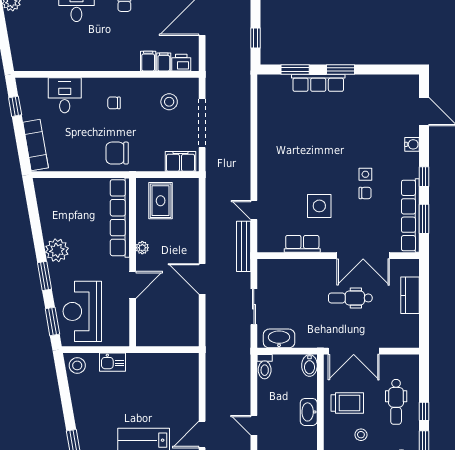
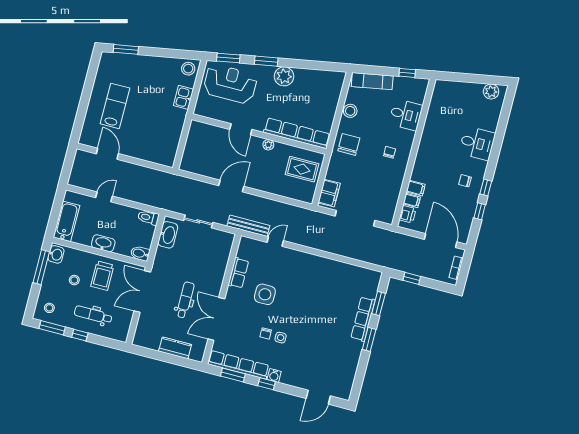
stool: (169, 102) -> (350, 111), moved
water cooler: (412, 144) -> (274, 375), moved

